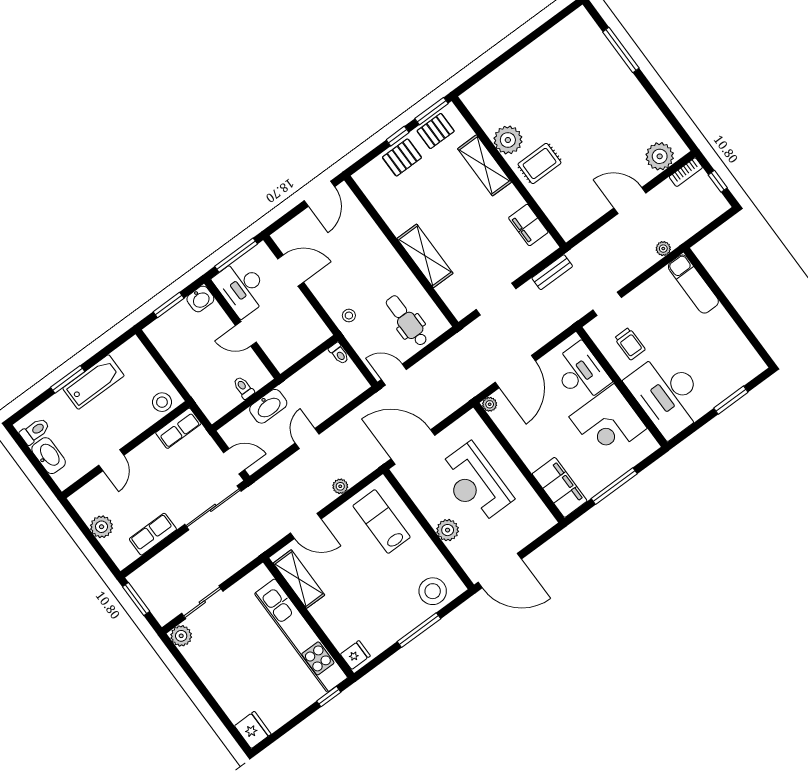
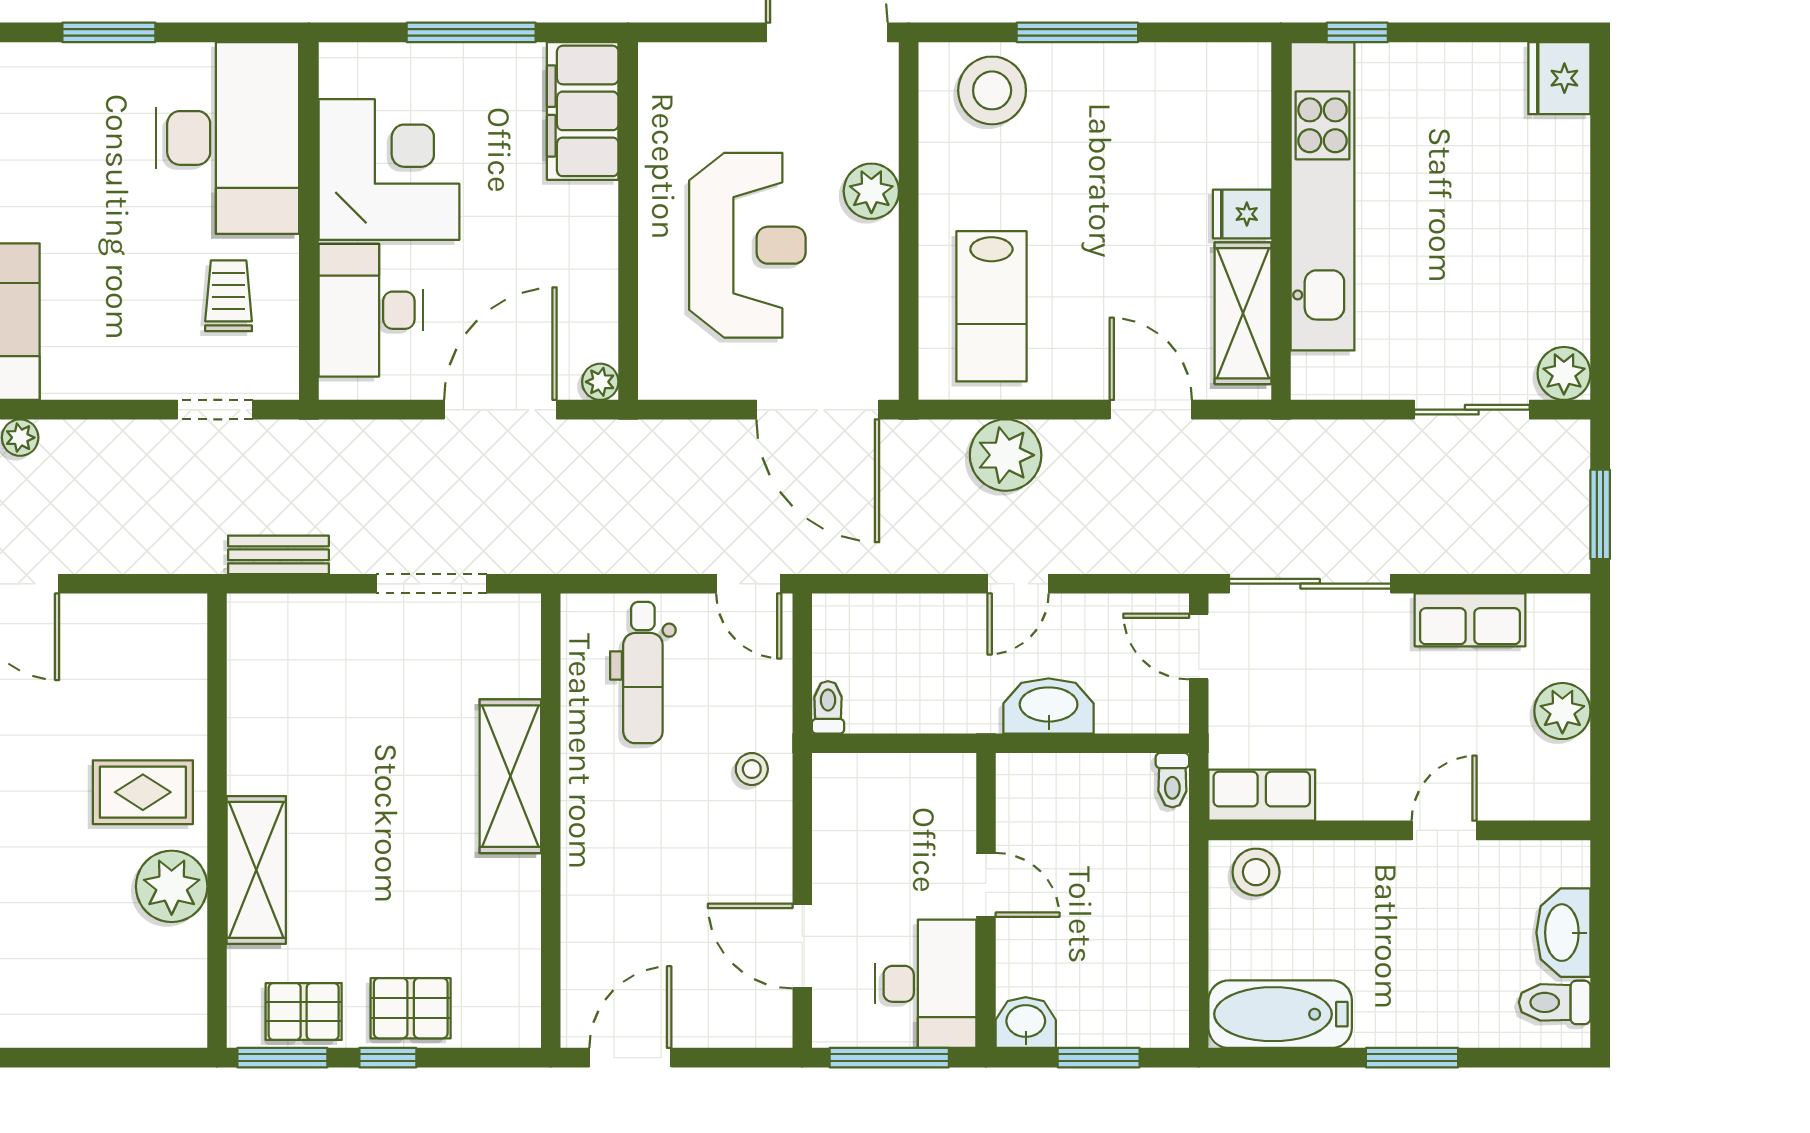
filing cabinet: (528, 225) -> (257, 685), removed
bathtub: (93, 382) -> (1280, 1014), moved
toilet: (244, 388) -> (1172, 780), moved
plant: (340, 486) -> (1006, 455), width x1.88, depth x1.88
fridge: (355, 655) -> (1242, 214), moved

